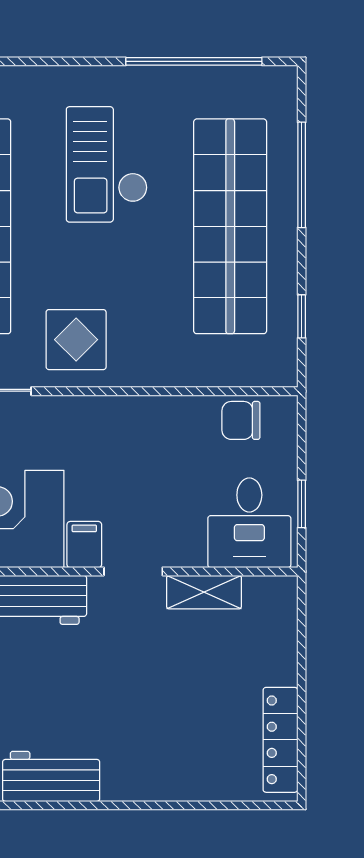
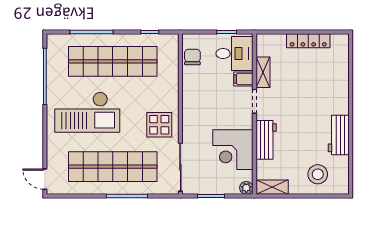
checkout: (107, 164) -> (87, 112), width x1.36, depth x1.21
chair: (241, 420) -> (192, 57), turned 180
filing cabinet: (84, 545) -> (243, 79), moved
locker: (280, 740) -> (308, 41), moved

